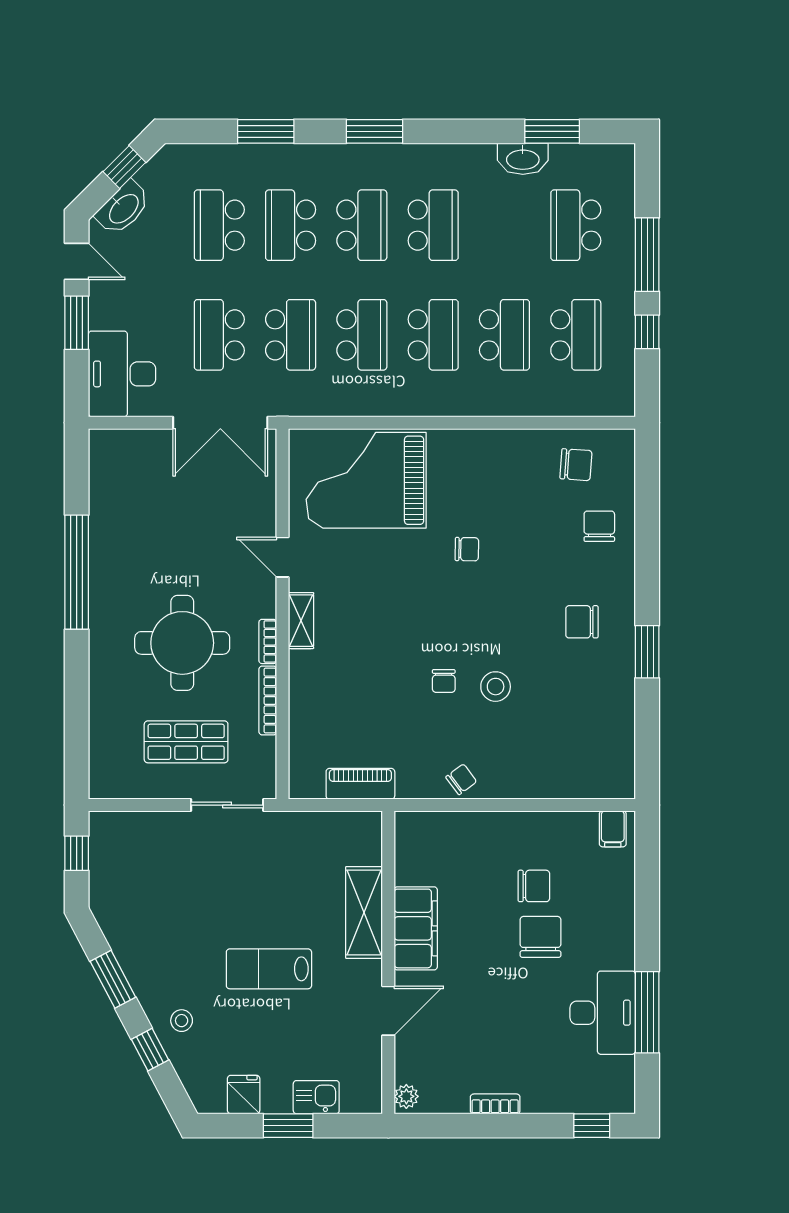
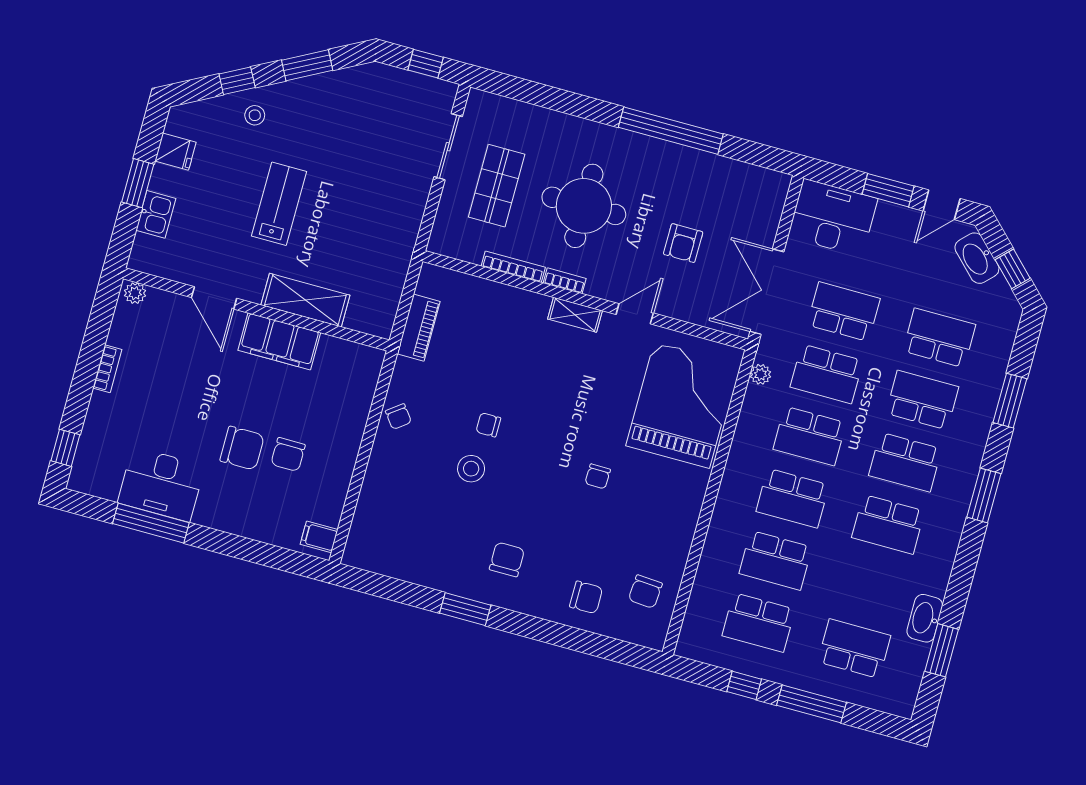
plant: (310, 405) -> (761, 374), added
armchair: (193, 526) -> (683, 243), added
sliding door: (227, 805) -> (448, 147), moved

